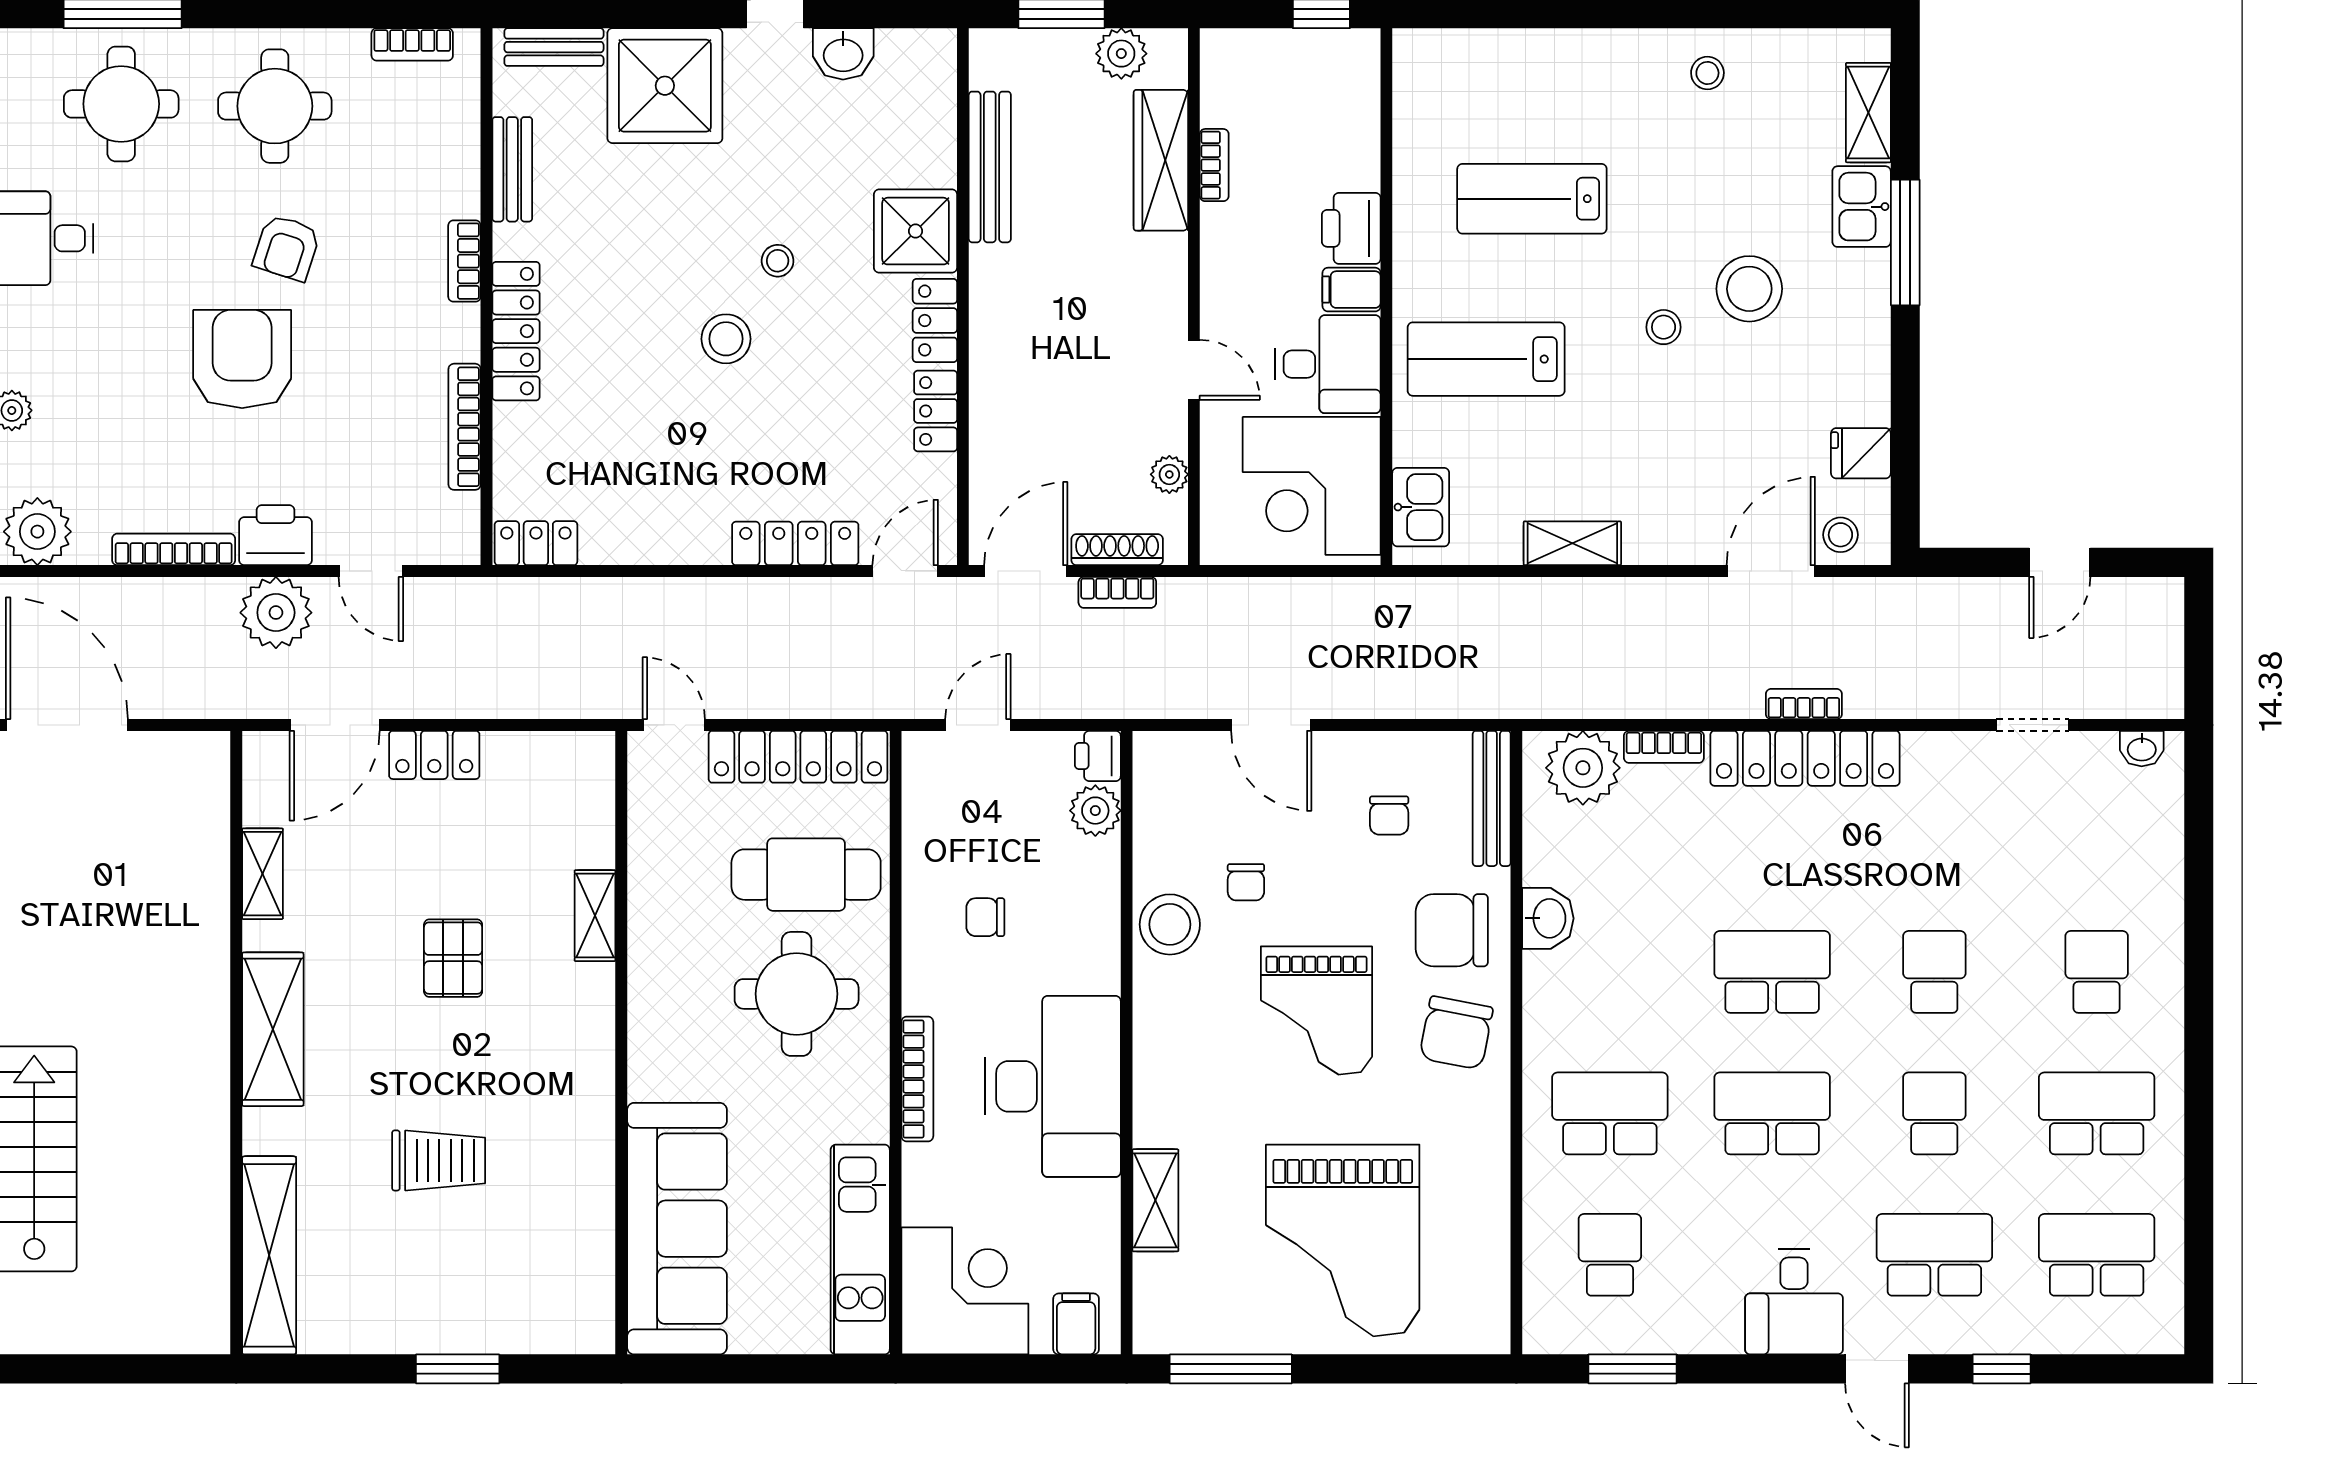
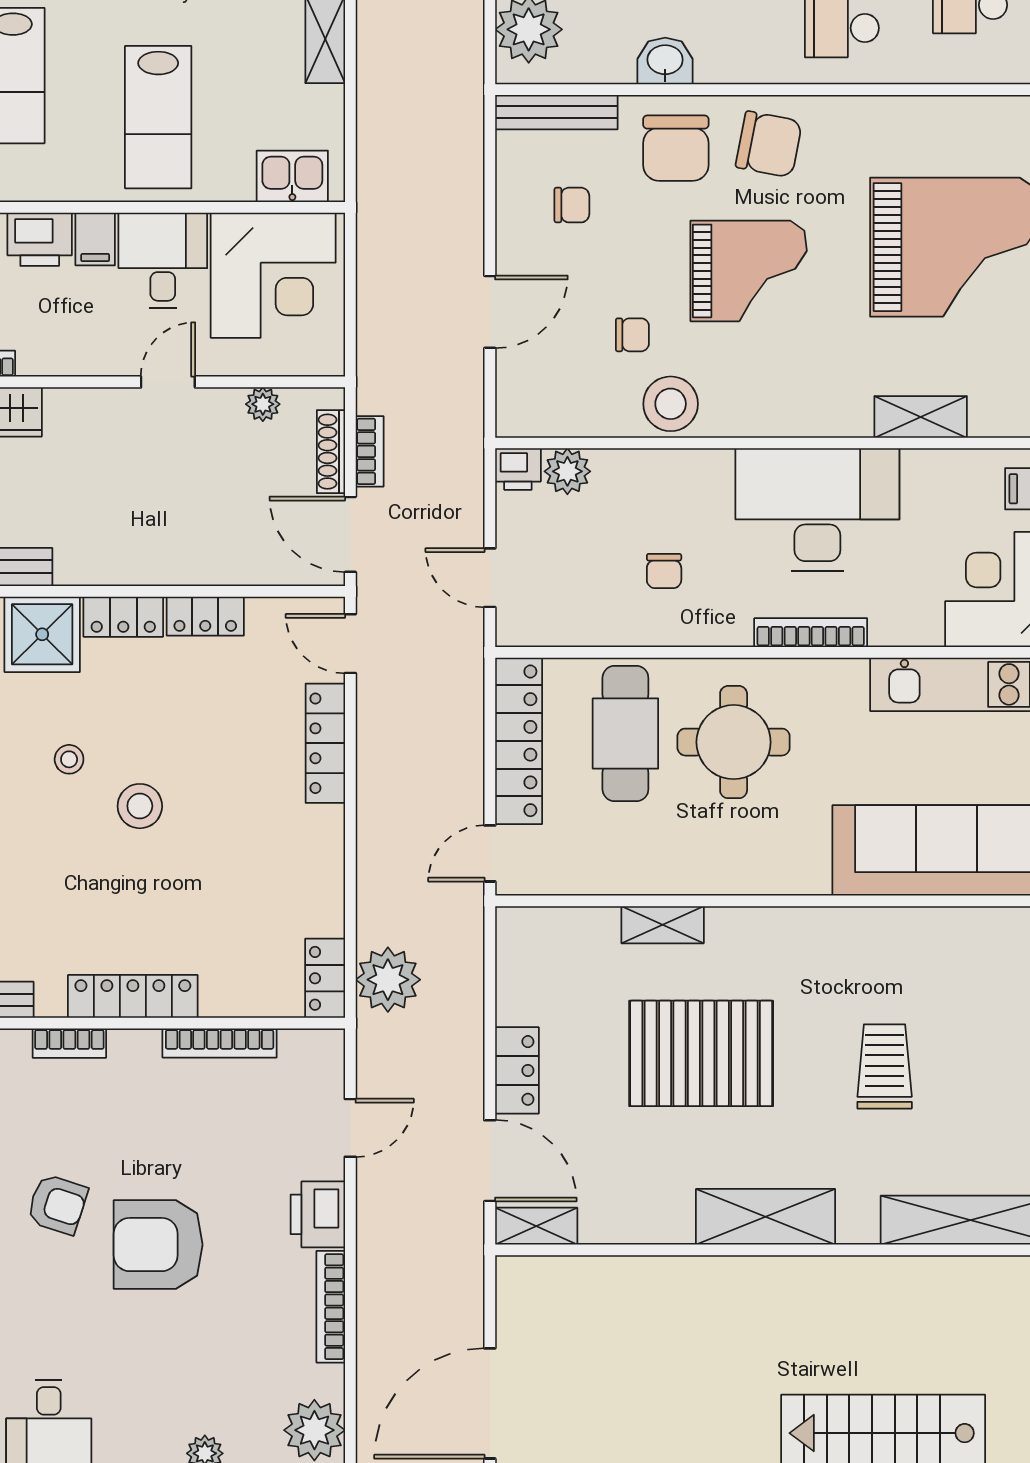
plant: (276, 613) -> (388, 980), moved
shelving: (262, 874) -> (536, 1226), moved
pallet: (453, 958) -> (701, 1053), width x2.05, depth x2.00

